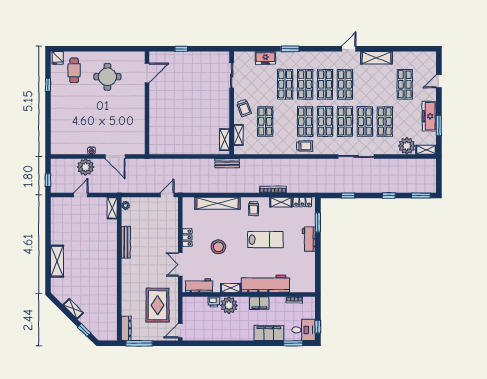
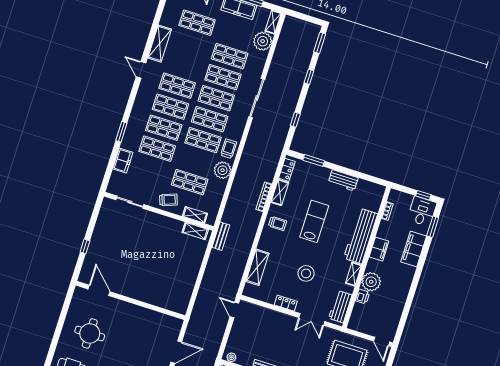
plant: (285, 147) -> (223, 170), added
shelving: (217, 203) -> (257, 267), width x0.68
workbench: (309, 239) -> (343, 180), moved

